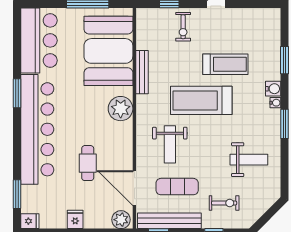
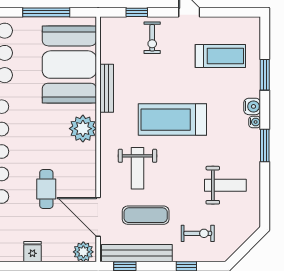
treadmill: (225, 64) -> (220, 56), moved

